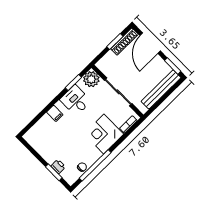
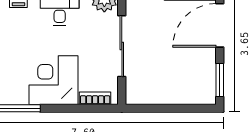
bench: (161, 89) -> (177, 95), removed

